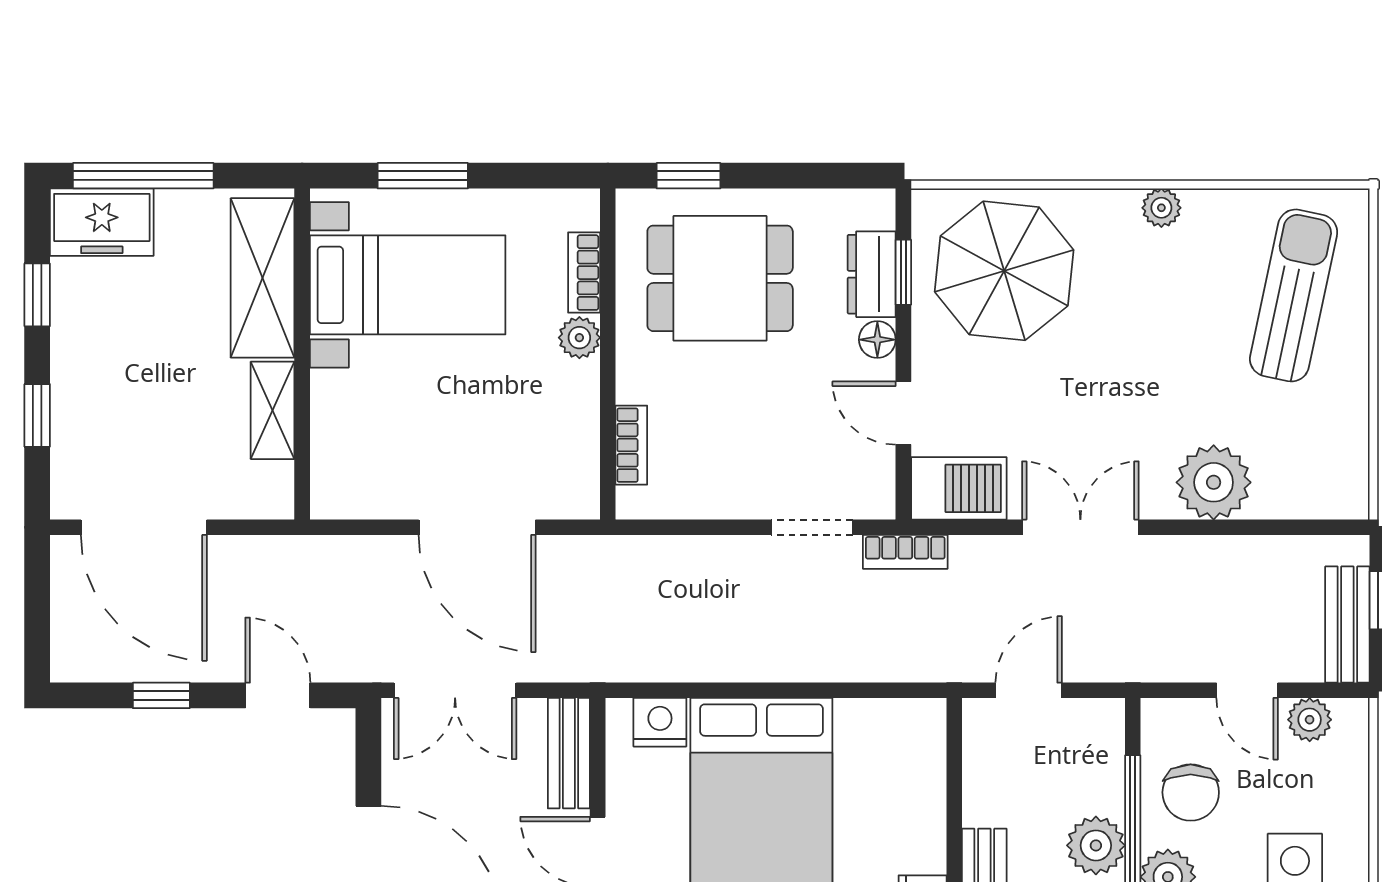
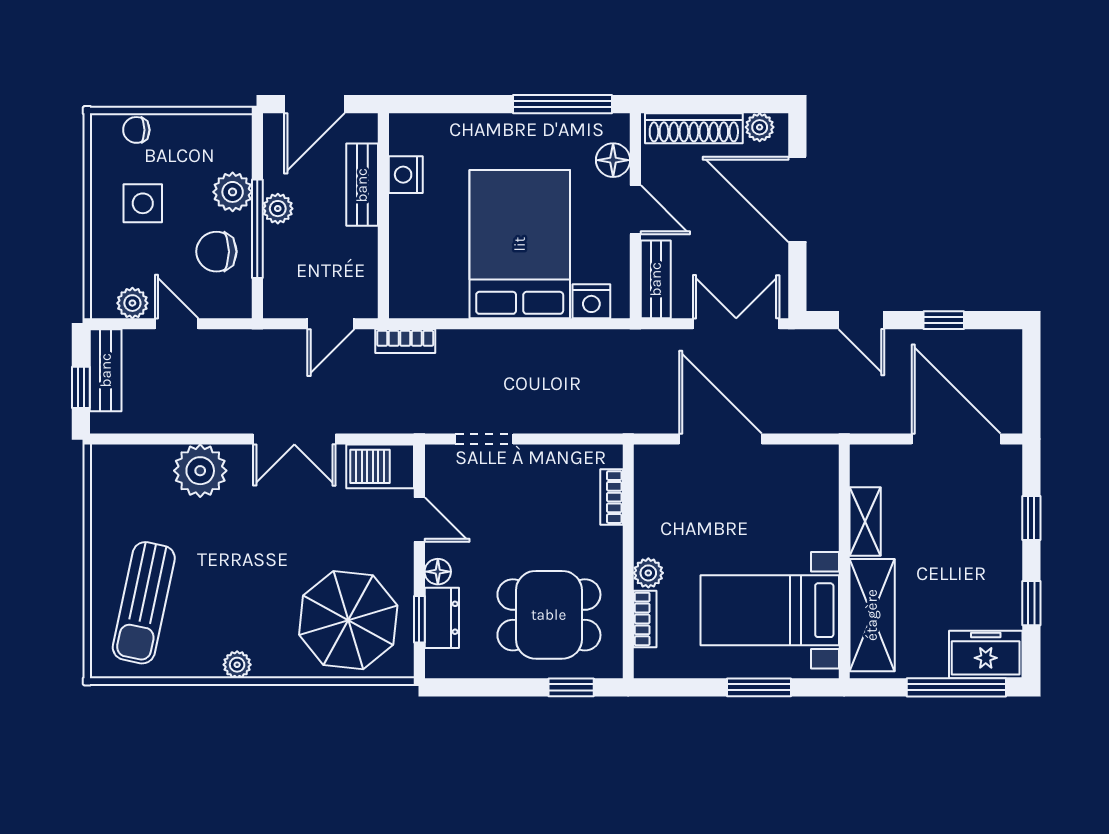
bookcase: (905, 552) -> (405, 341), moved, turned 180
chair: (1191, 792) -> (216, 252), turned -90
plant: (1096, 845) -> (278, 209), width x0.73, depth x0.73

